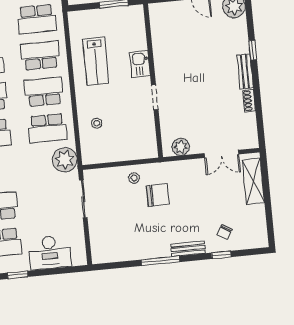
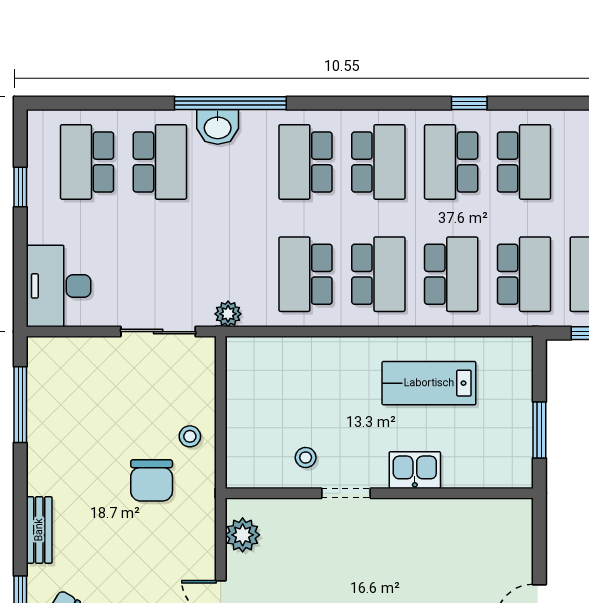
school desk: (37, 19) -> (524, 274), turned 180
stool: (97, 123) -> (306, 458), moved
plant: (65, 160) -> (228, 314), width x0.53, depth x0.53
desk: (50, 252) -> (59, 286), moved
window: (160, 261) -> (20, 405), moved

